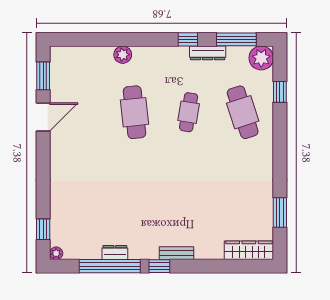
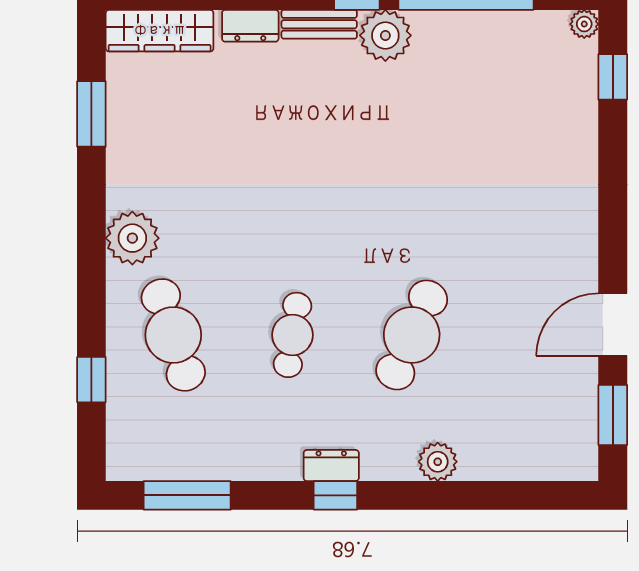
window: (188, 39) -> (335, 495), moved
dresser: (208, 53) -> (331, 466), moved, width x0.70
plant: (261, 58) -> (132, 238), moved
cafe table: (134, 112) -> (412, 335), turned 30
plant: (146, 248) -> (385, 35), added
dresser: (115, 253) -> (250, 26), moved

